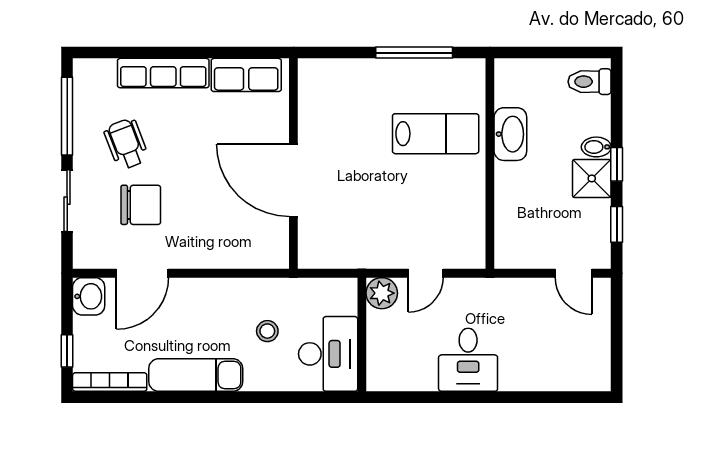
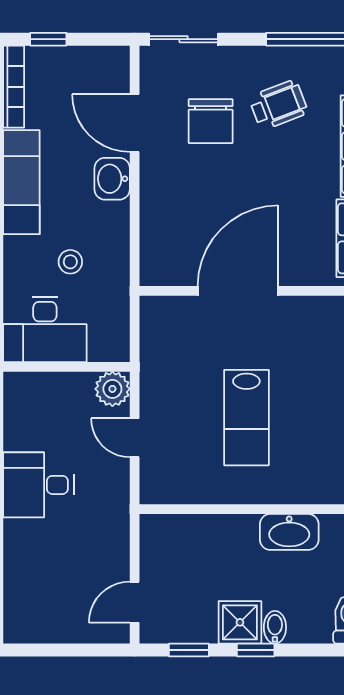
lab bench: (436, 134) -> (246, 418), moved
sliding door: (67, 201) -> (184, 39), moved
washbasin: (89, 296) -> (112, 179), moved, turned 90

